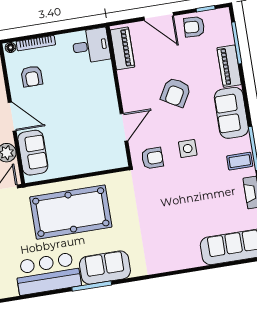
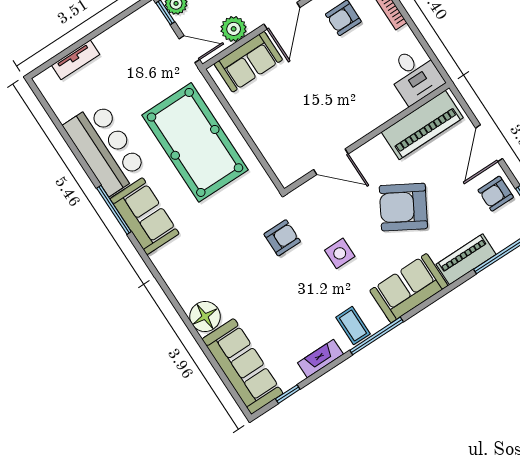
armchair: (194, 27) -> (496, 194), turned -93
piano: (122, 48) -> (422, 125), width x1.37, depth x1.33
armchair: (176, 92) -> (403, 207), width x1.36, depth x1.36
armchair: (152, 158) -> (282, 238), moved, turned -90
floor lamp: (190, 257) -> (205, 317), added

